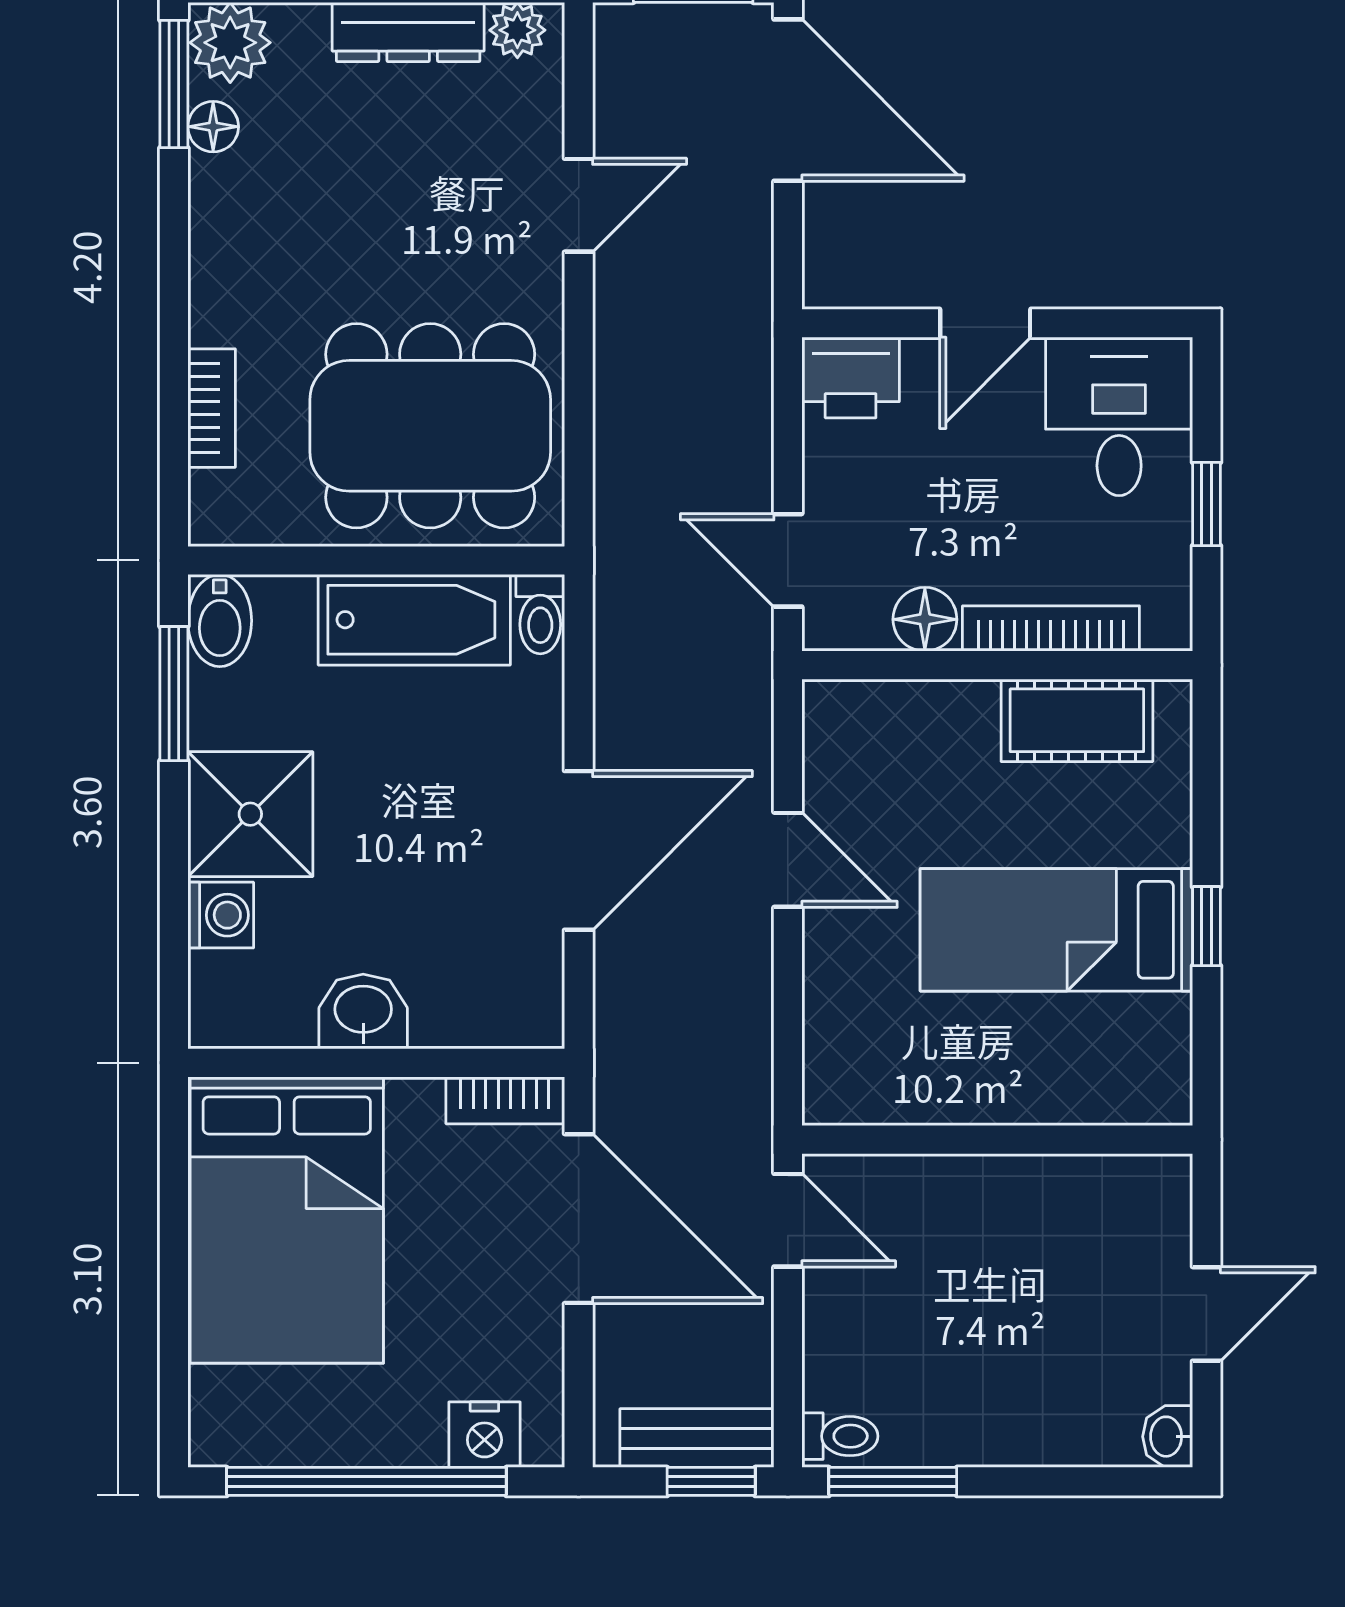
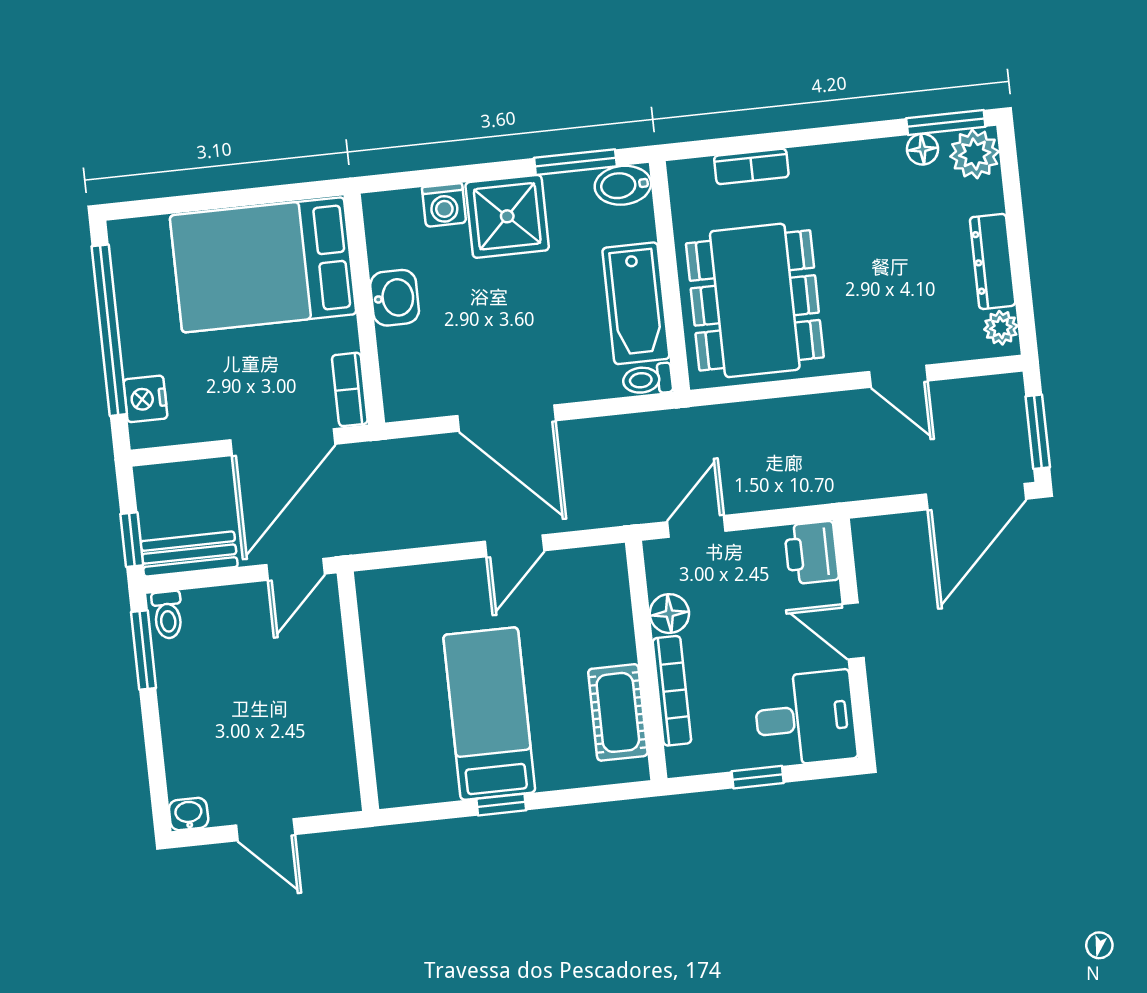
bench: (697, 1438) -> (189, 554), moved, turned 90

